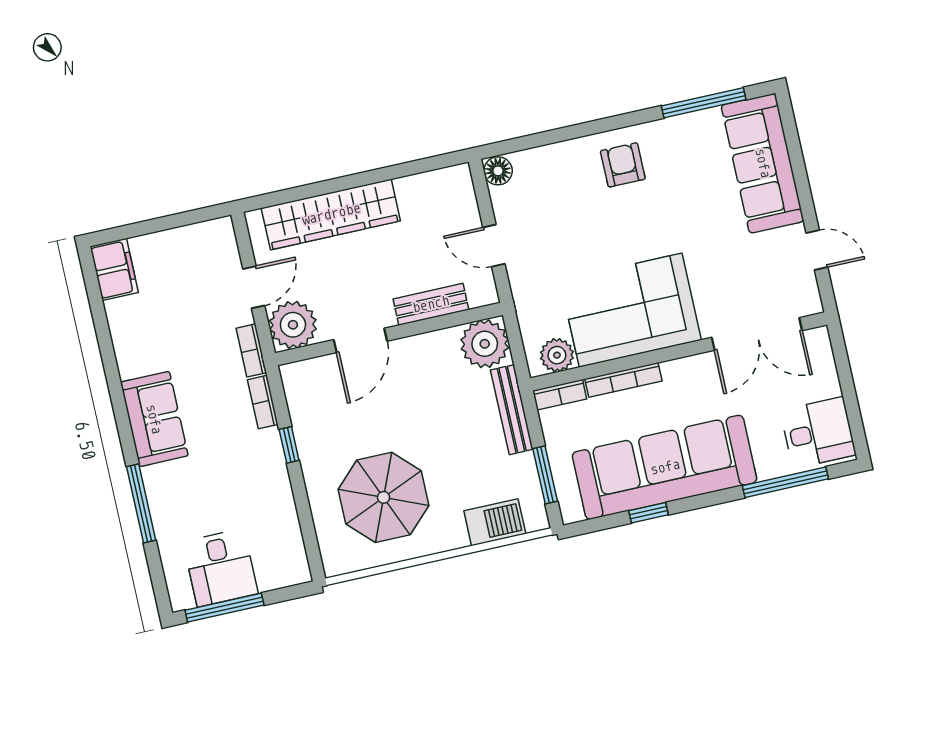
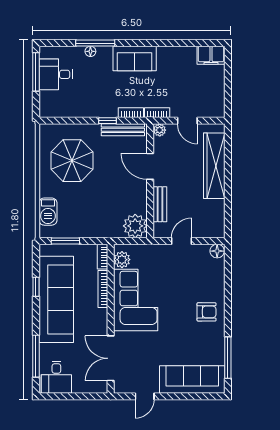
plant: (293, 325) -> (160, 130), width x0.53, depth x0.53
bench: (512, 410) -> (123, 130), moved
floor lamp: (160, 509) -> (90, 51), added

